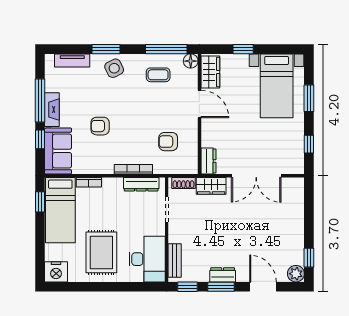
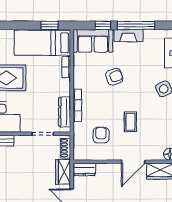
coffee table: (158, 75) -> (130, 122), moved
armchair: (100, 126) -> (114, 77), turned 71

